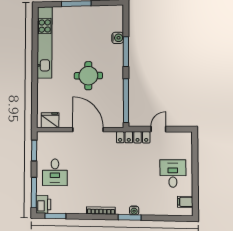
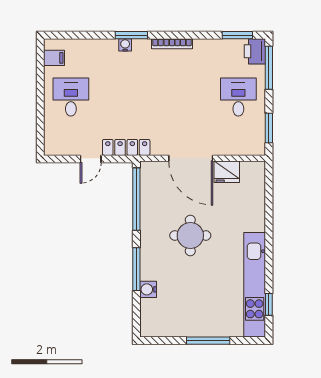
window: (35, 29) -> (269, 304), added
fridge: (50, 120) -> (227, 172), moved
desk: (173, 173) -> (71, 97), turned 180

